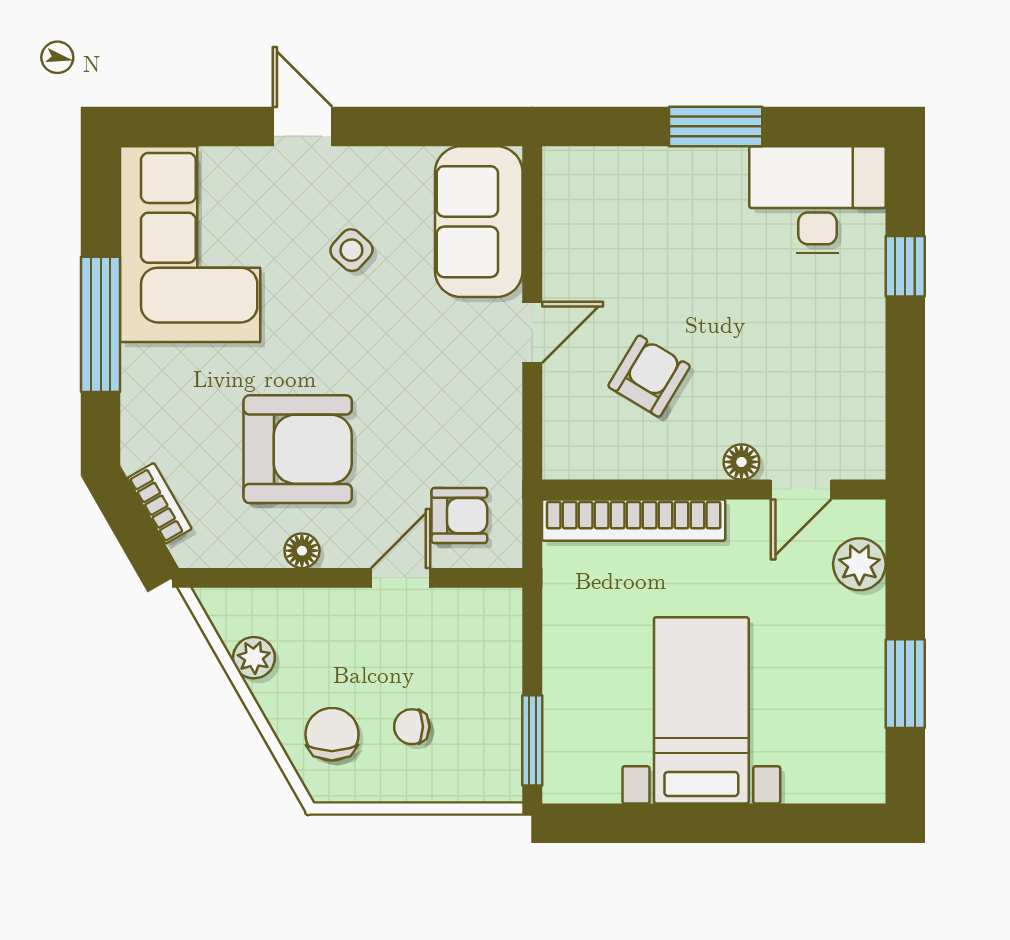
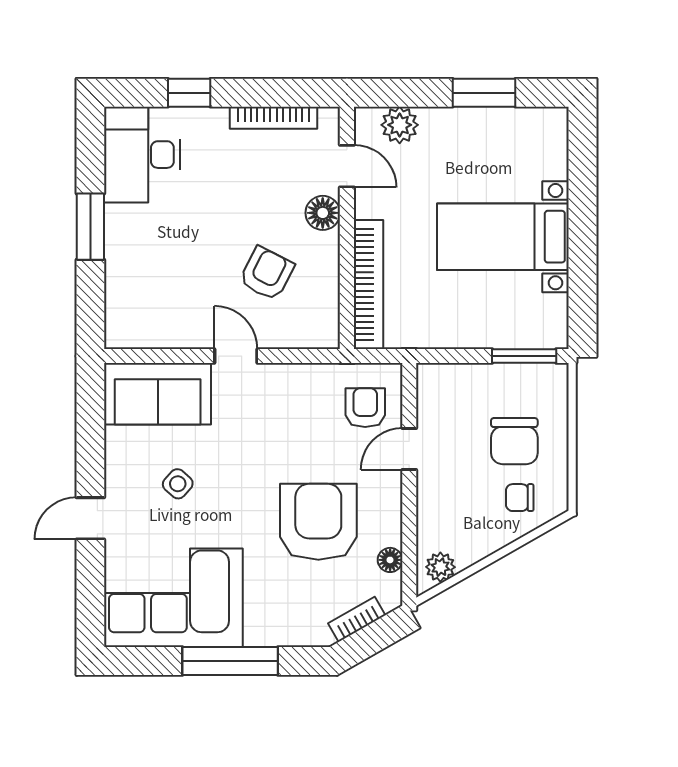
armchair: (649, 376) -> (267, 274), turned 86
bookcase: (870, 386) -> (274, 118), added
floor lamp: (741, 462) -> (323, 213), width x1.37, depth x1.37
floor lamp: (302, 551) -> (390, 560), moved
door: (401, 578) -> (409, 449), hinge flipped
plant: (254, 658) -> (440, 567), moved
chair: (412, 727) -> (514, 441), width x1.87, depth x1.87
chair: (332, 734) -> (520, 498), width x0.73, depth x0.73

